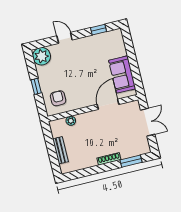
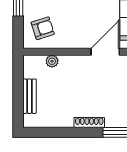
armchair: (58, 98) -> (43, 28), turned 72

